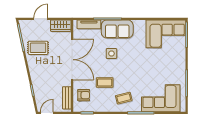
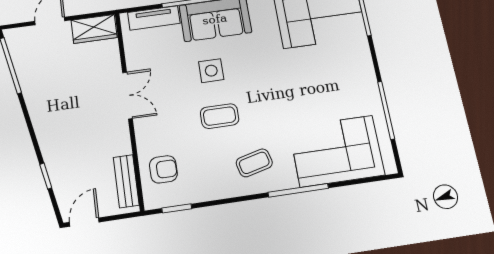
rug: (38, 48) -> (50, 81), removed
double door: (72, 60) -> (127, 95), width x0.54
coffee table: (105, 82) -> (220, 116), moved

